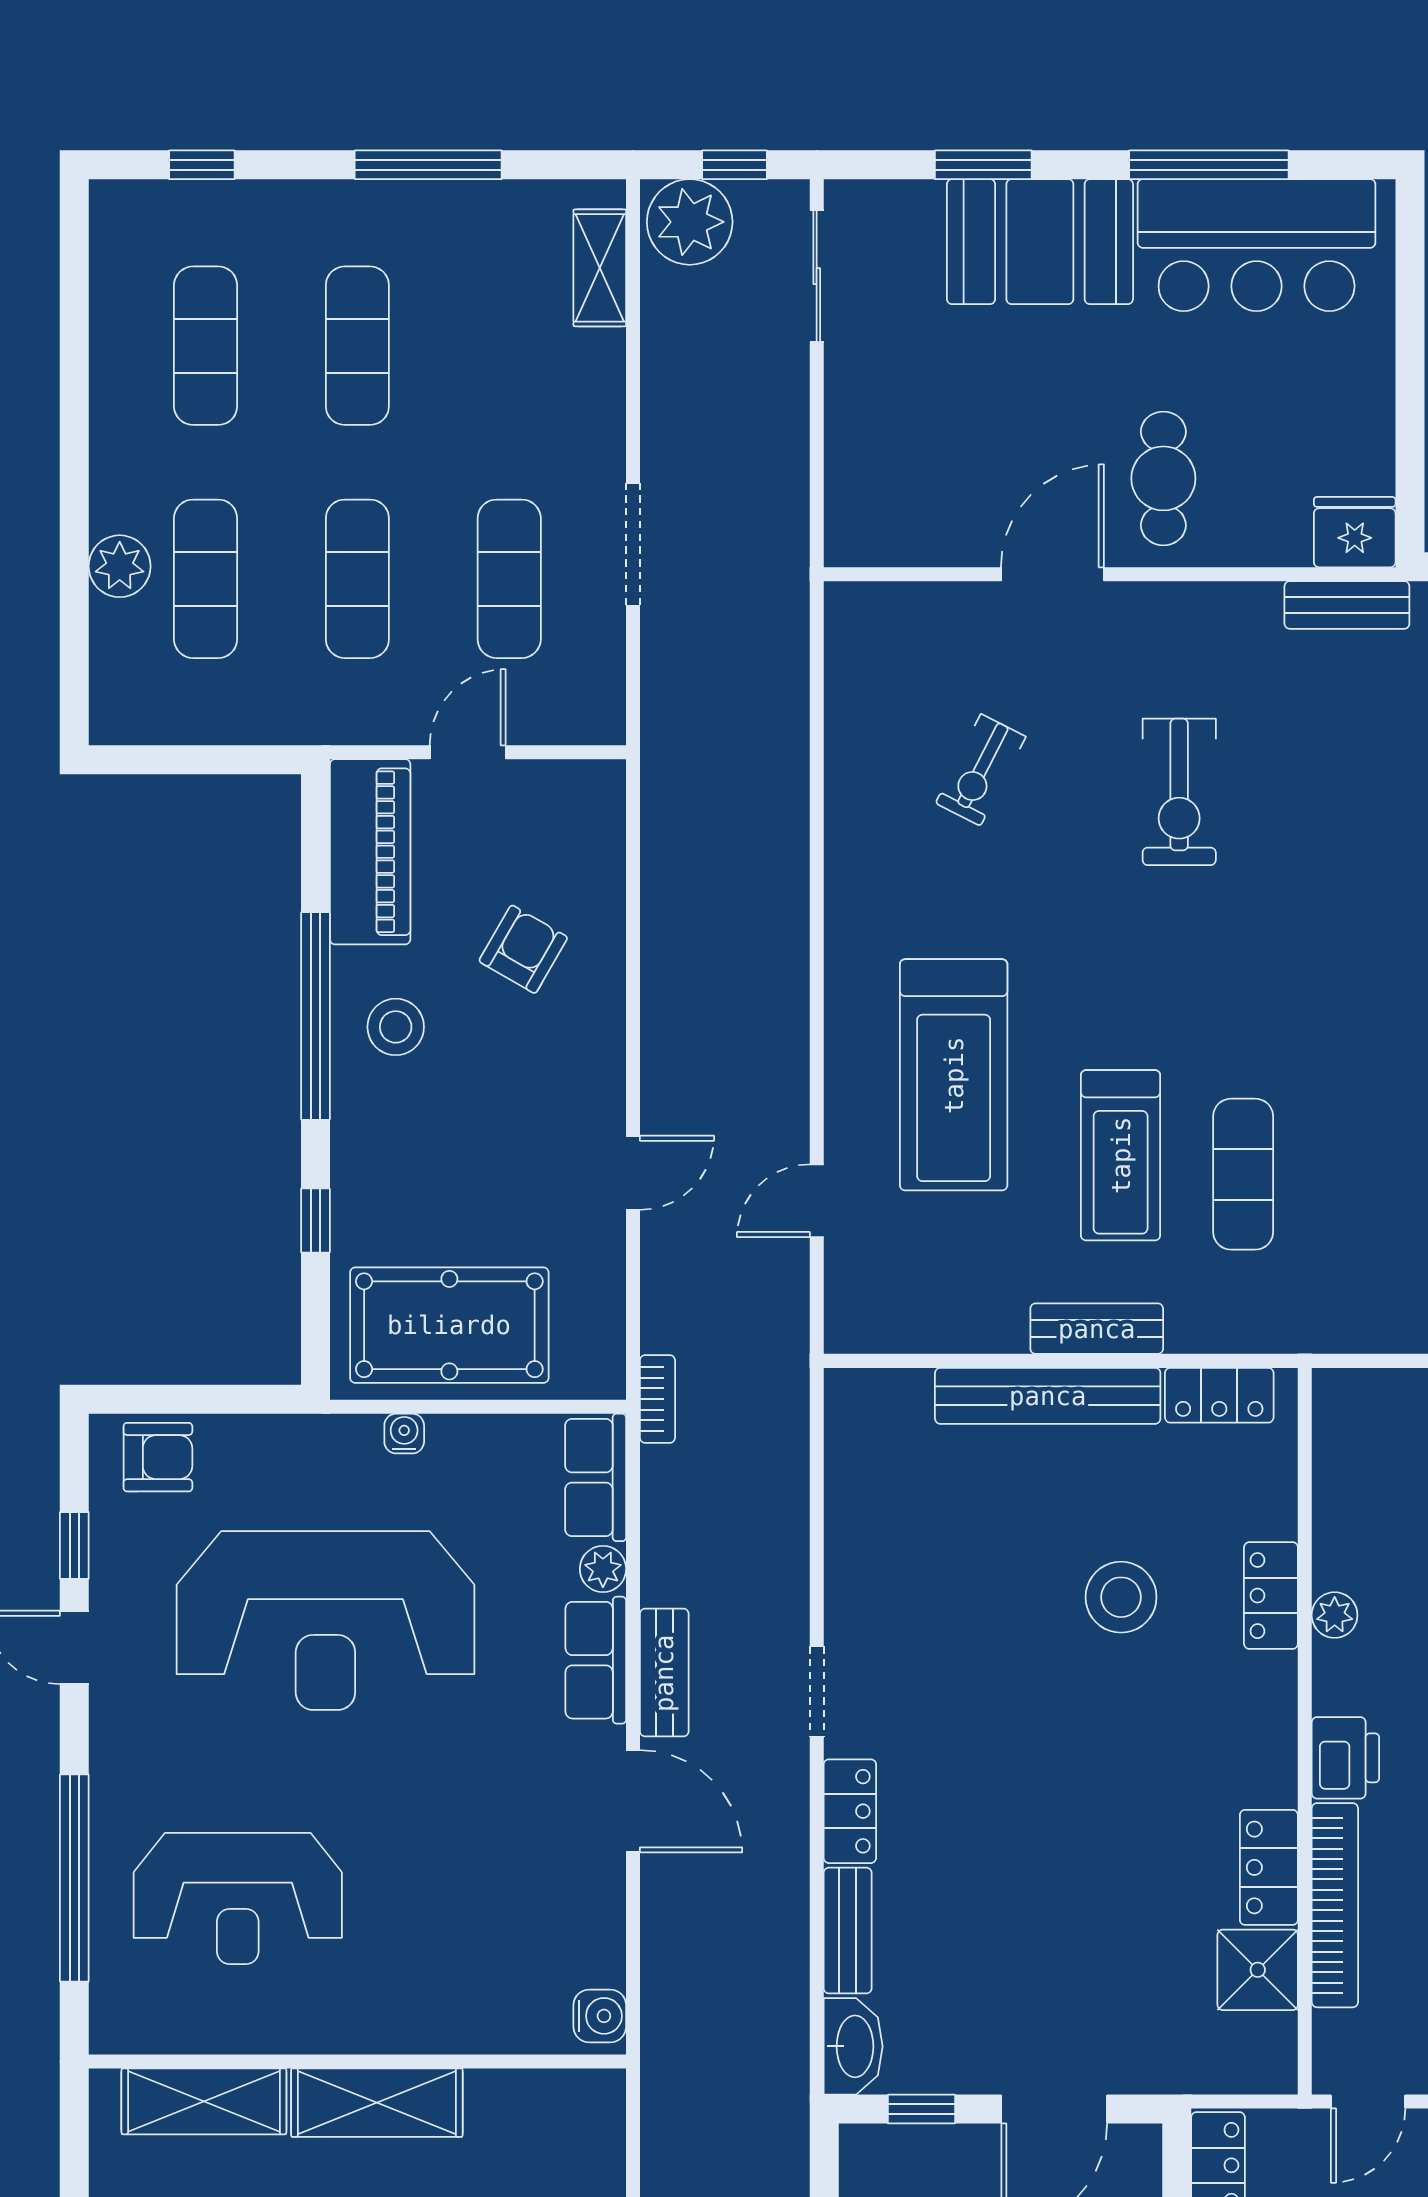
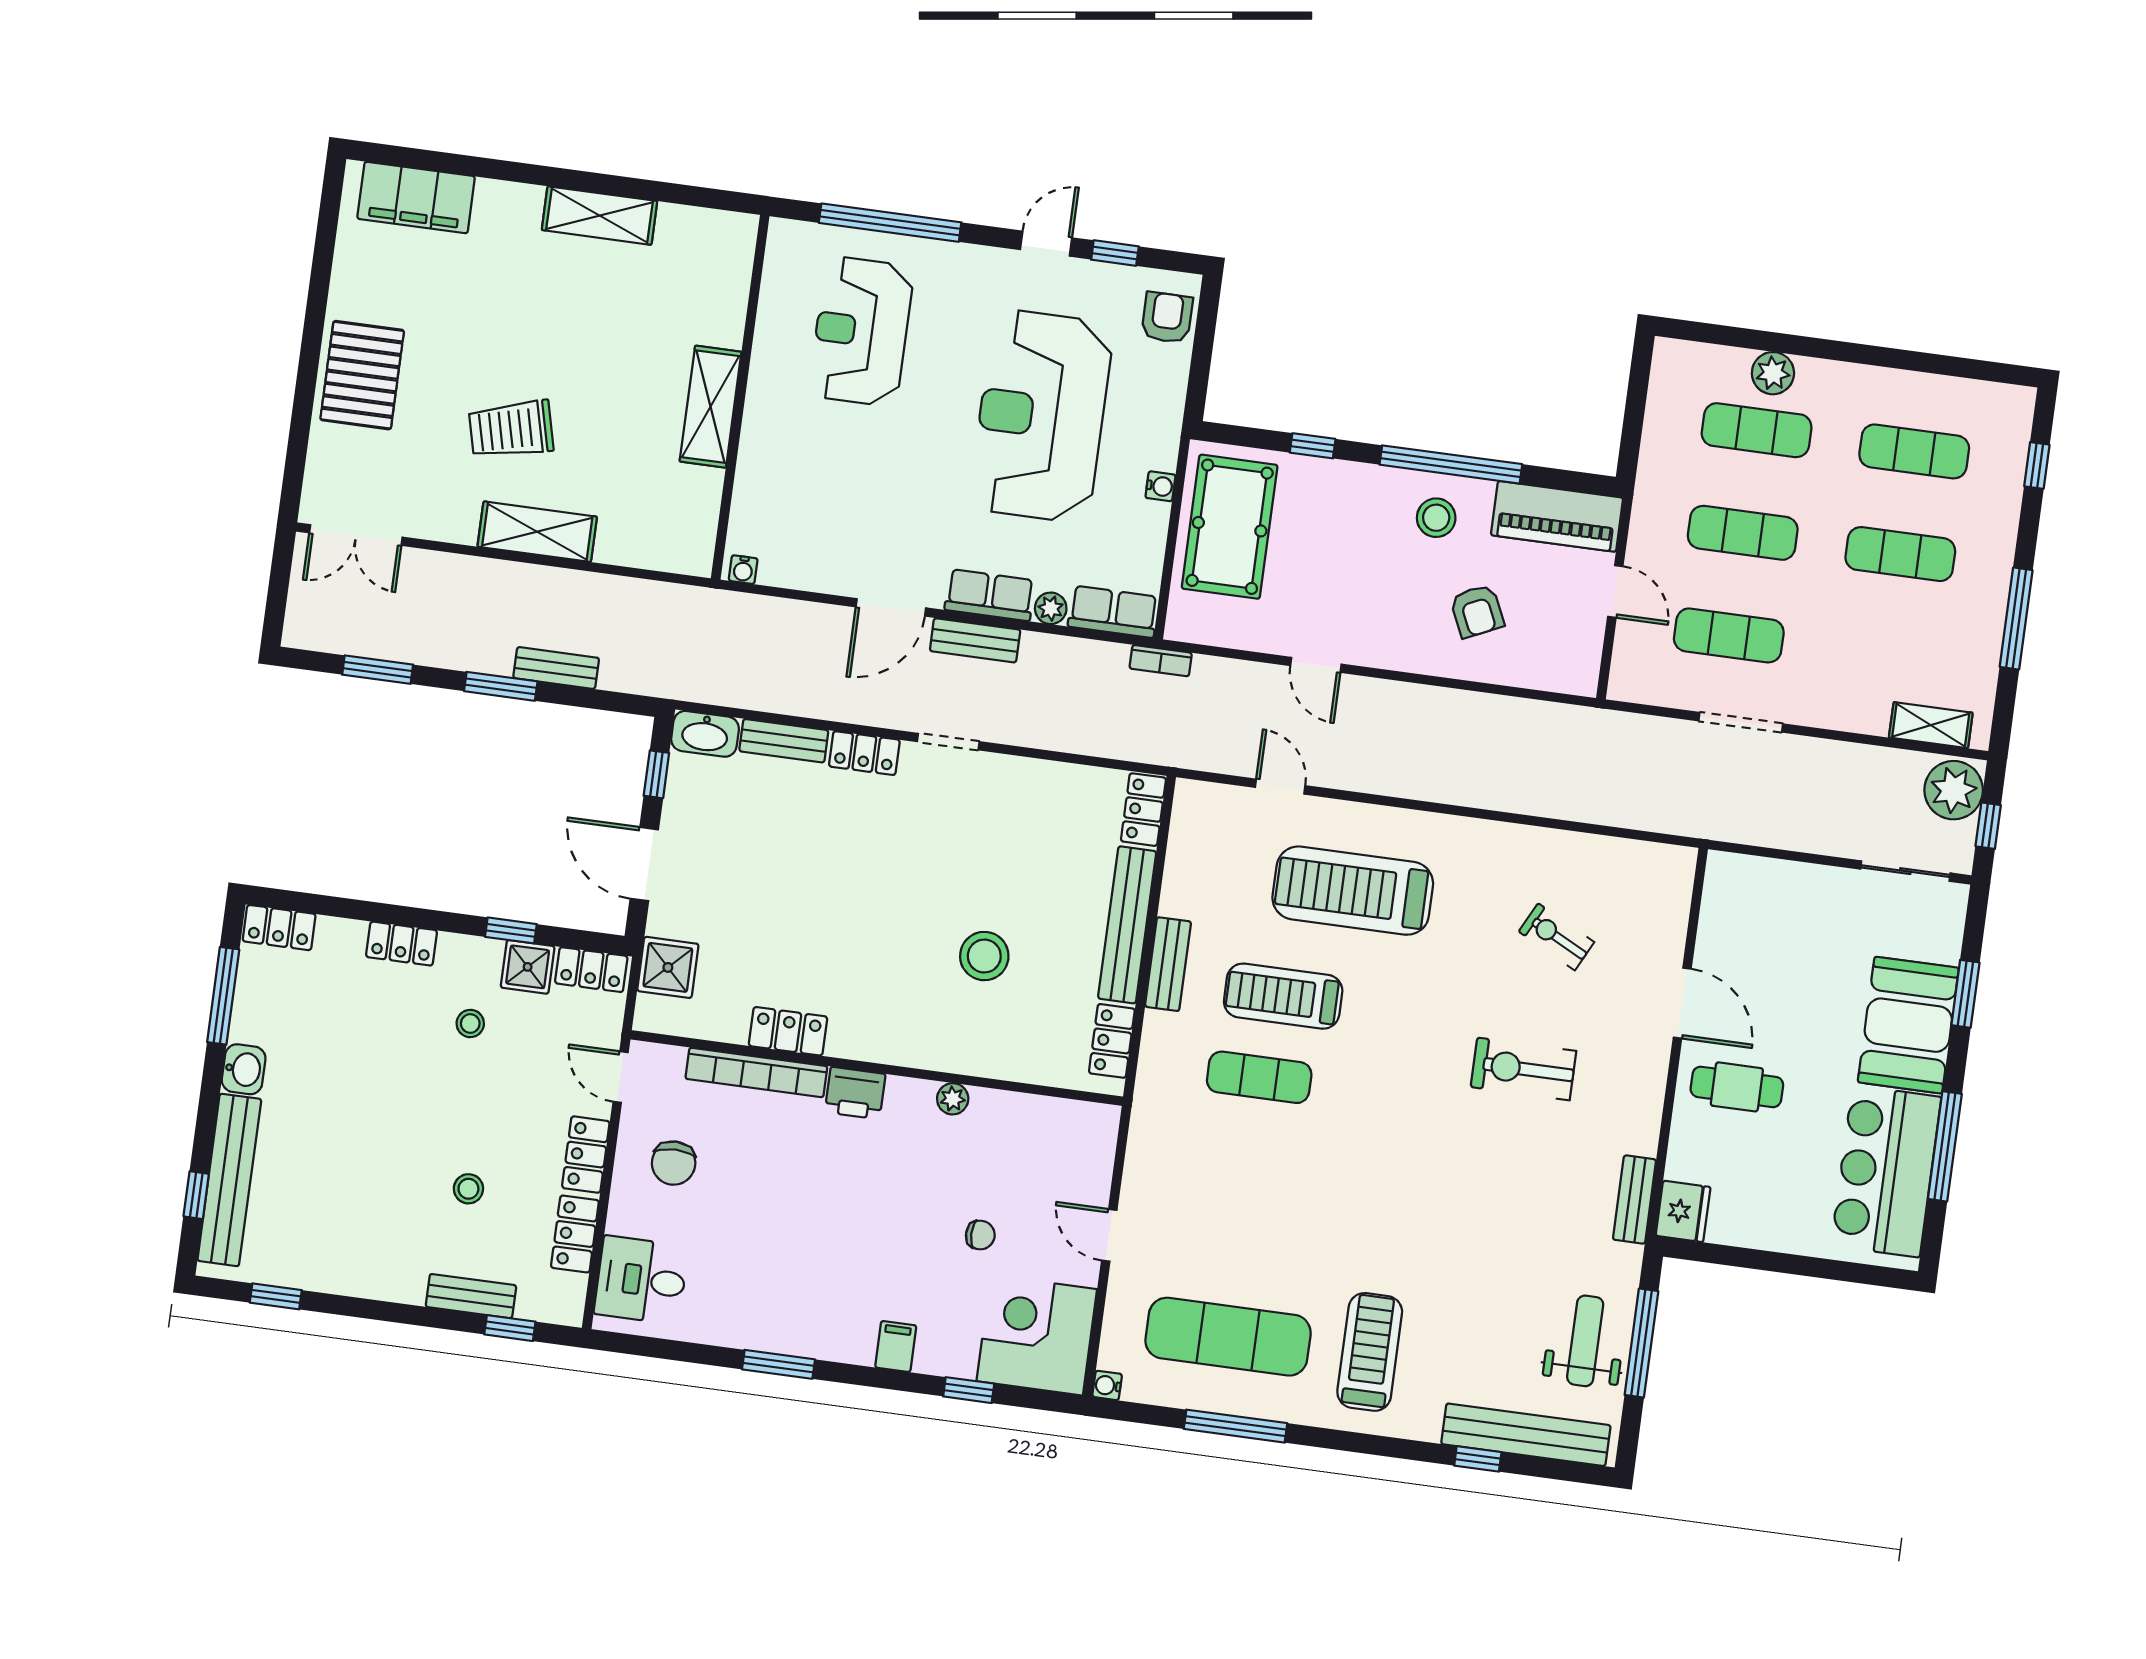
armchair: (523, 949) -> (1477, 611), turned 35
armchair: (158, 1457) -> (1167, 318), turned 180
locker: (1271, 1596) -> (1143, 810), moved, turned -90
shower: (1258, 1970) -> (668, 967), moved
water cooler: (600, 2016) -> (743, 570), width x0.72, depth x0.72
shelving: (204, 2101) -> (727, 290), removed

